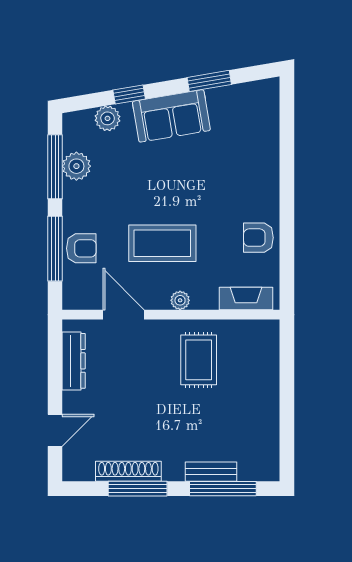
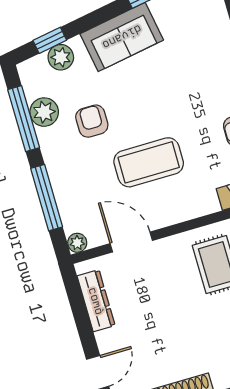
window: (129, 95) -> (50, 40), moved
armchair: (81, 248) -> (92, 121), moved, turned -90
plant: (180, 300) -> (77, 243), moved

